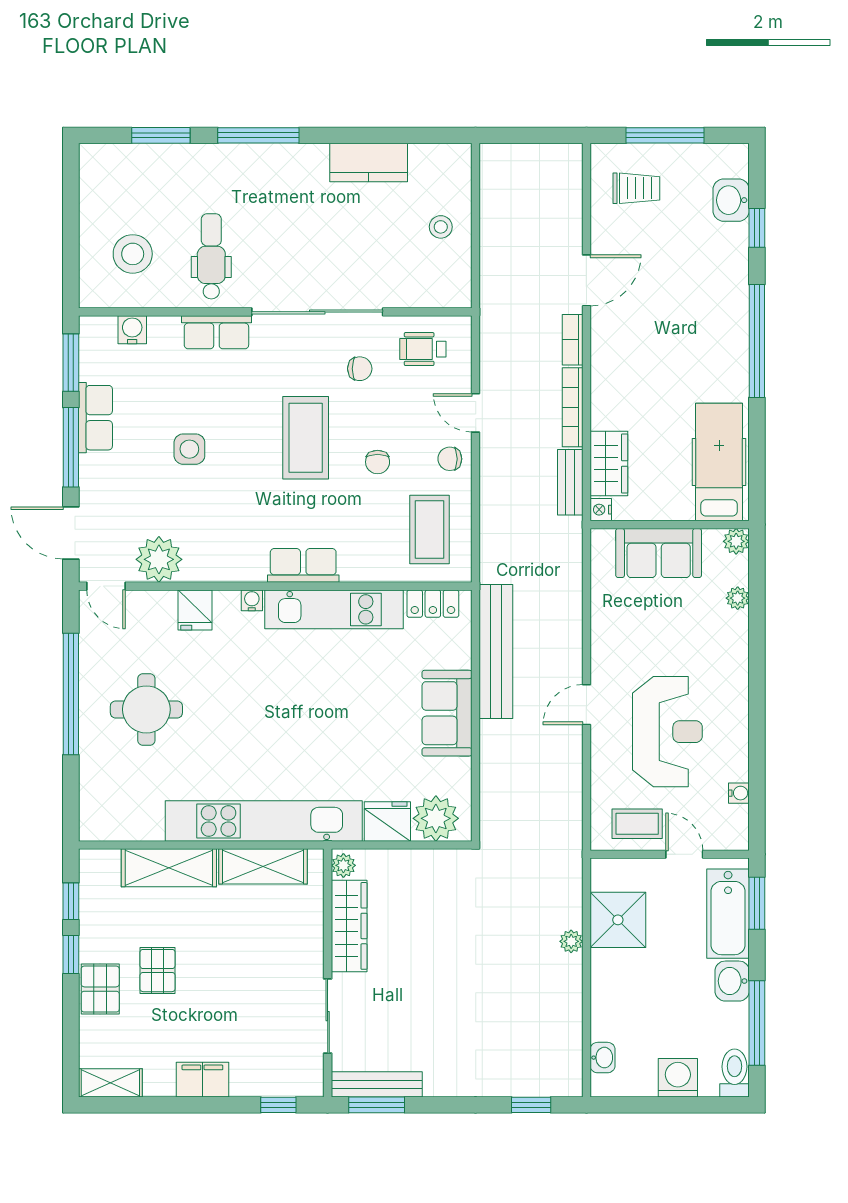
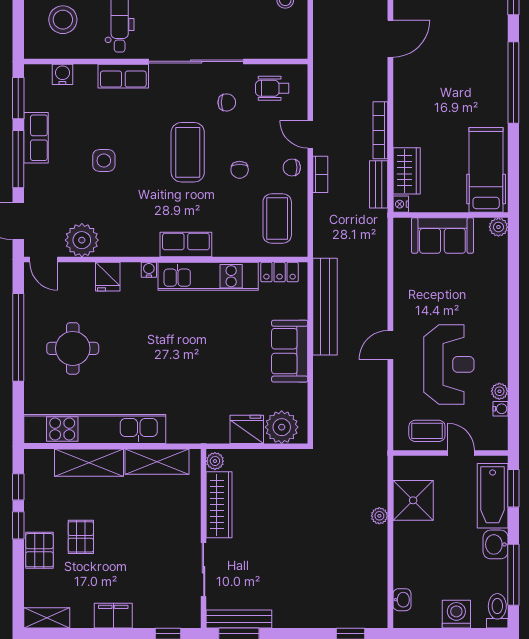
bookcase: (573, 340) -> (320, 174), moved, turned 180
plant: (738, 598) -> (499, 391), moved
kitchen unit: (264, 821) -> (95, 429), moved

